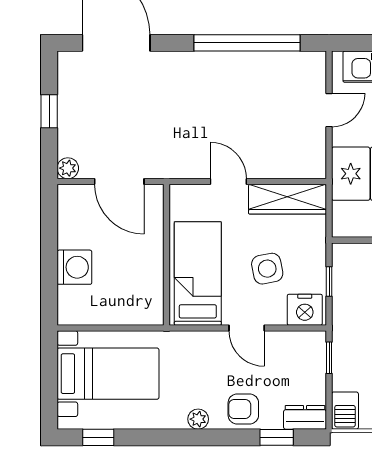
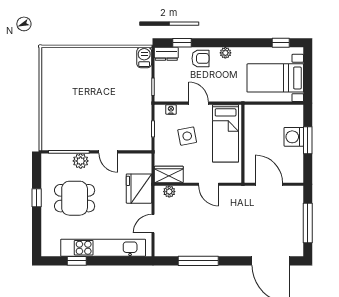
window: (247, 43) -> (198, 261), width x0.68
window: (49, 111) -> (308, 223), width x2.17
plant: (68, 168) -> (169, 192), moved
wardrobe: (287, 199) -> (169, 174), width x0.67
window: (49, 261) -> (308, 140), added
nightstand: (305, 310) -> (171, 109), width x0.53, depth x0.56

